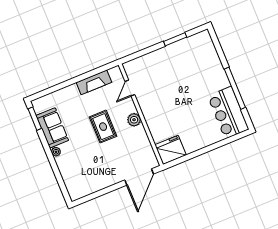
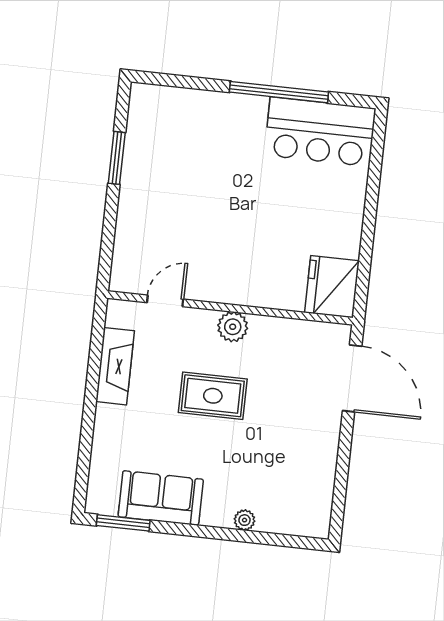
door: (130, 88) -> (165, 301), swing flipped
plant: (56, 152) -> (245, 520), moved

